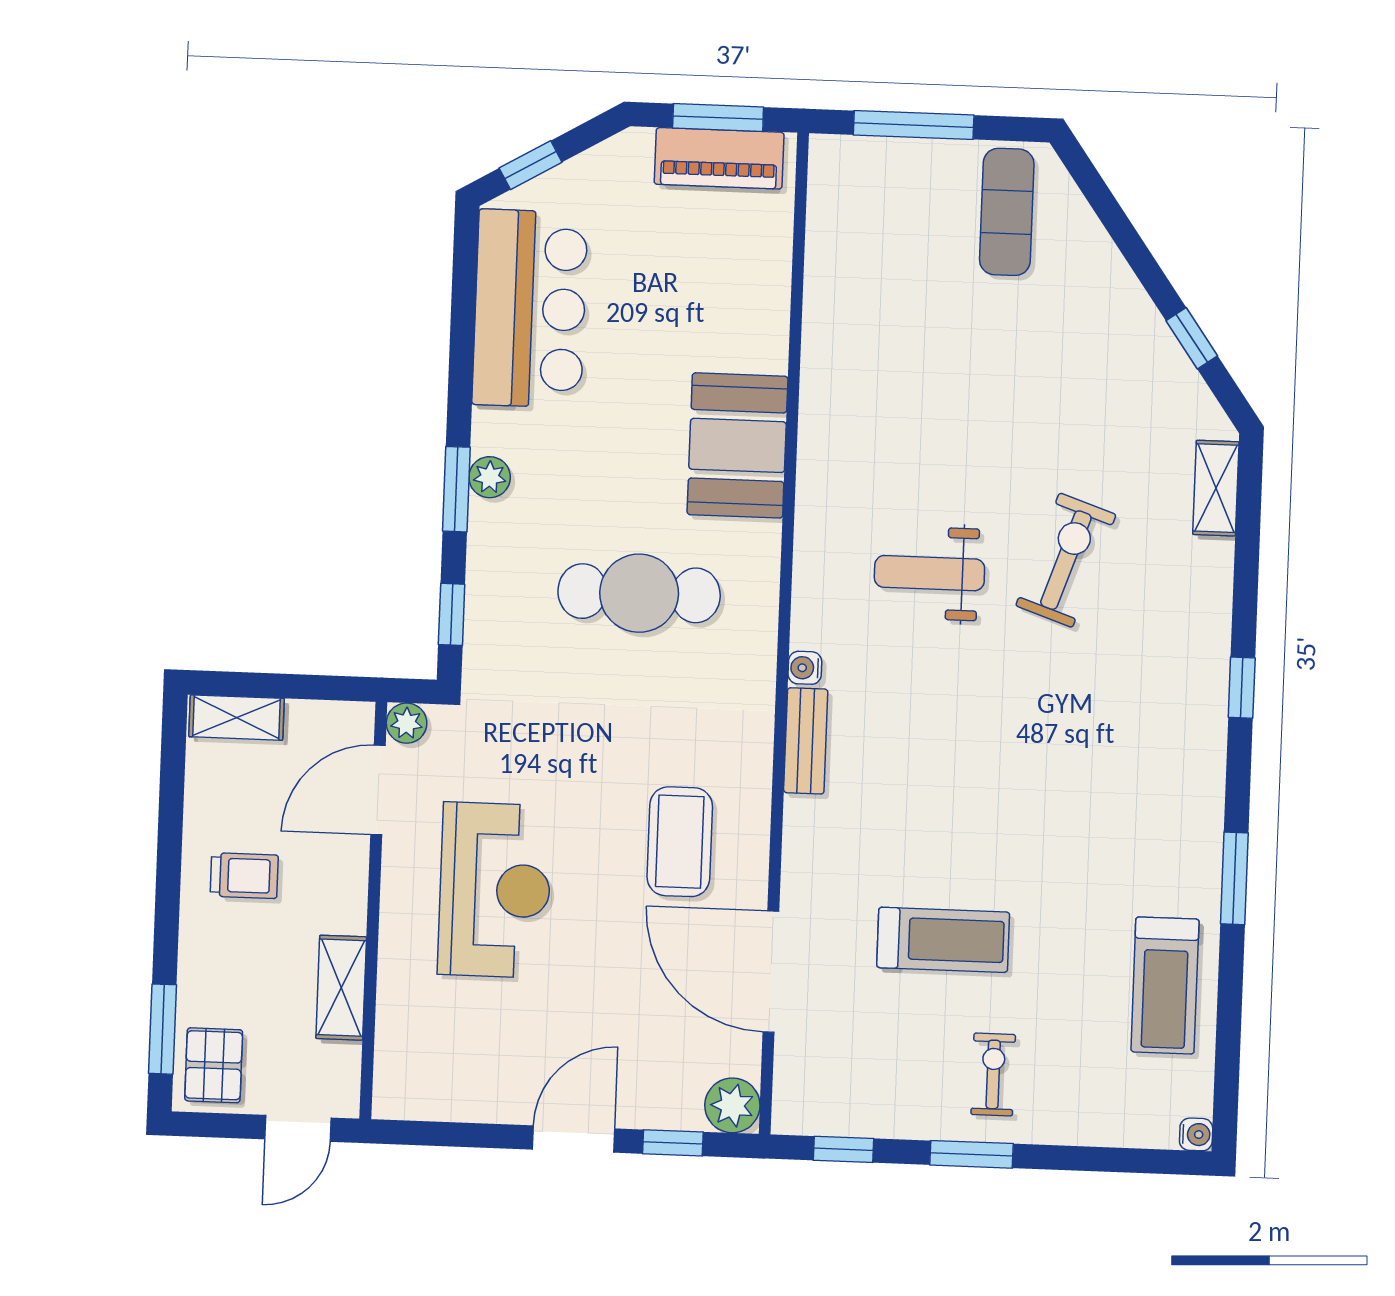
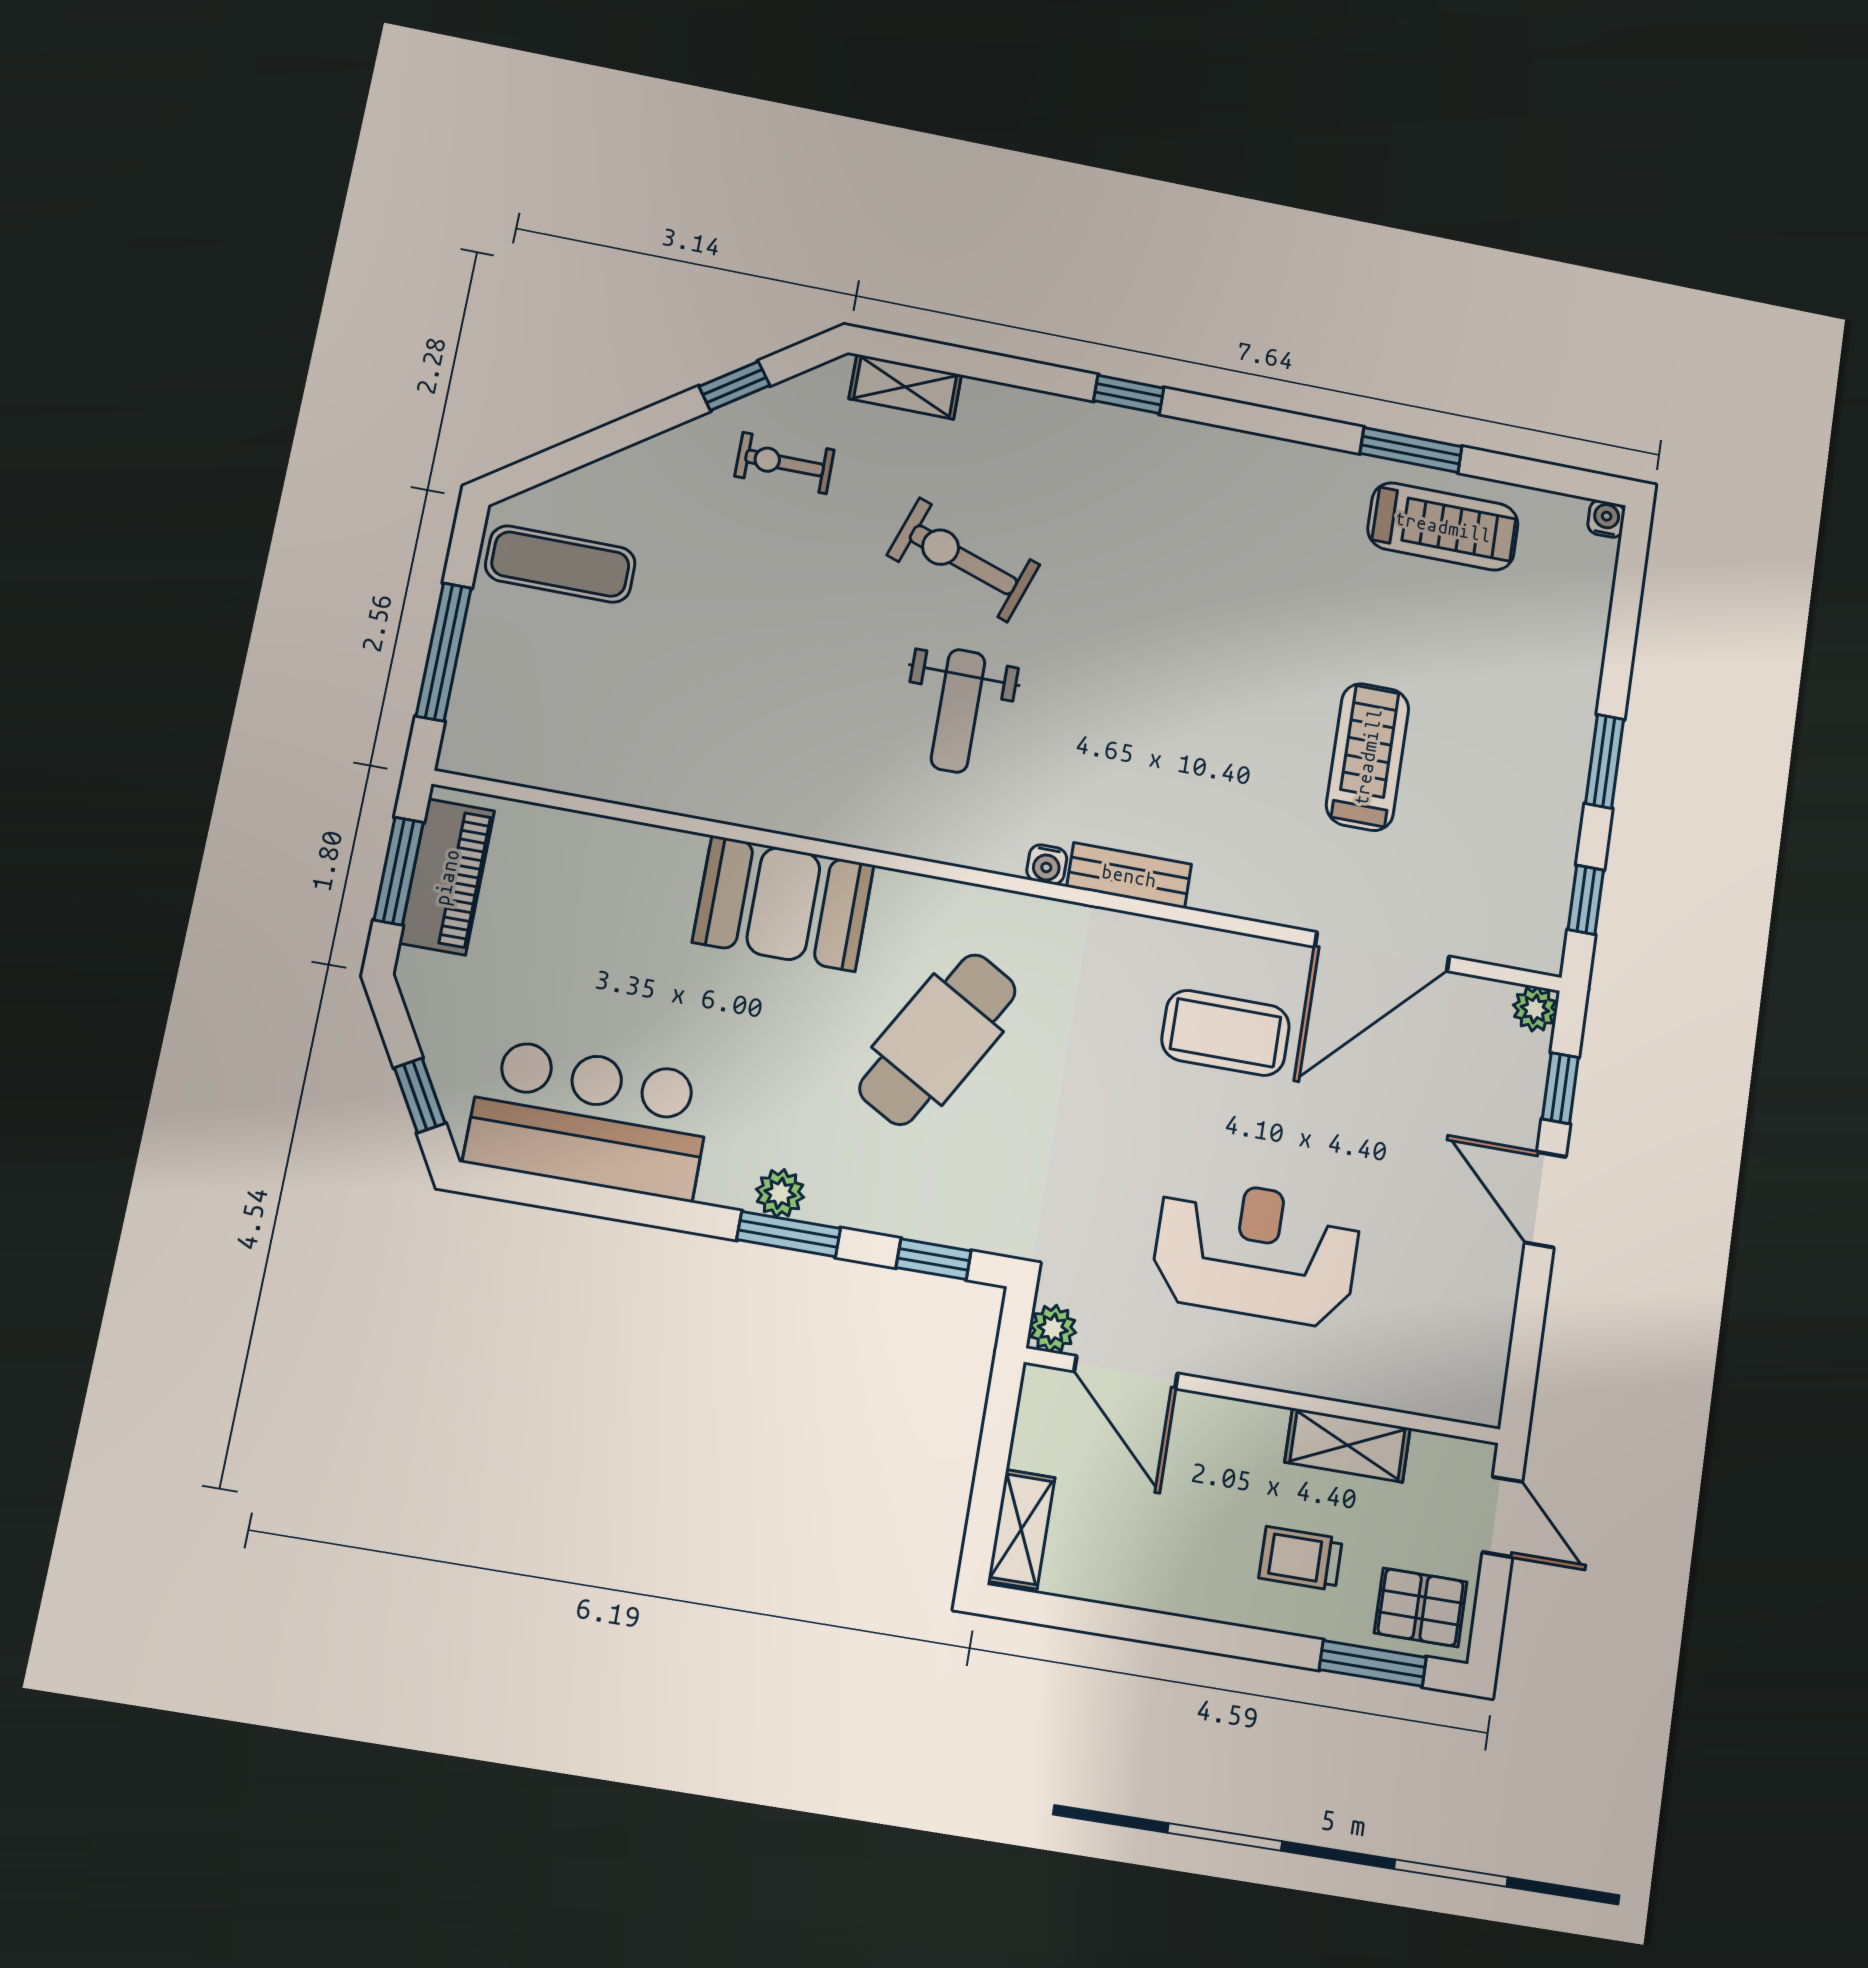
cafe table: (639, 593) -> (938, 1039), turned 30
trolley: (244, 876) -> (1301, 1558), moved, turned -90
window: (1234, 878) -> (1411, 450), moved
exercise bike: (993, 1074) -> (785, 463), moved
plant: (732, 1105) -> (1535, 1009), width x0.73, depth x0.73

